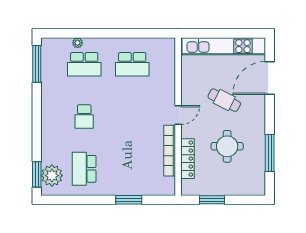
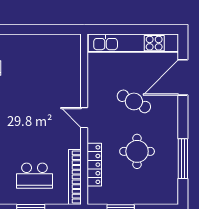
school desk: (132, 64) -> (34, 176), moved
door: (178, 115) -> (84, 118), swing flipped
bookcase: (170, 151) -> (75, 177), moved

